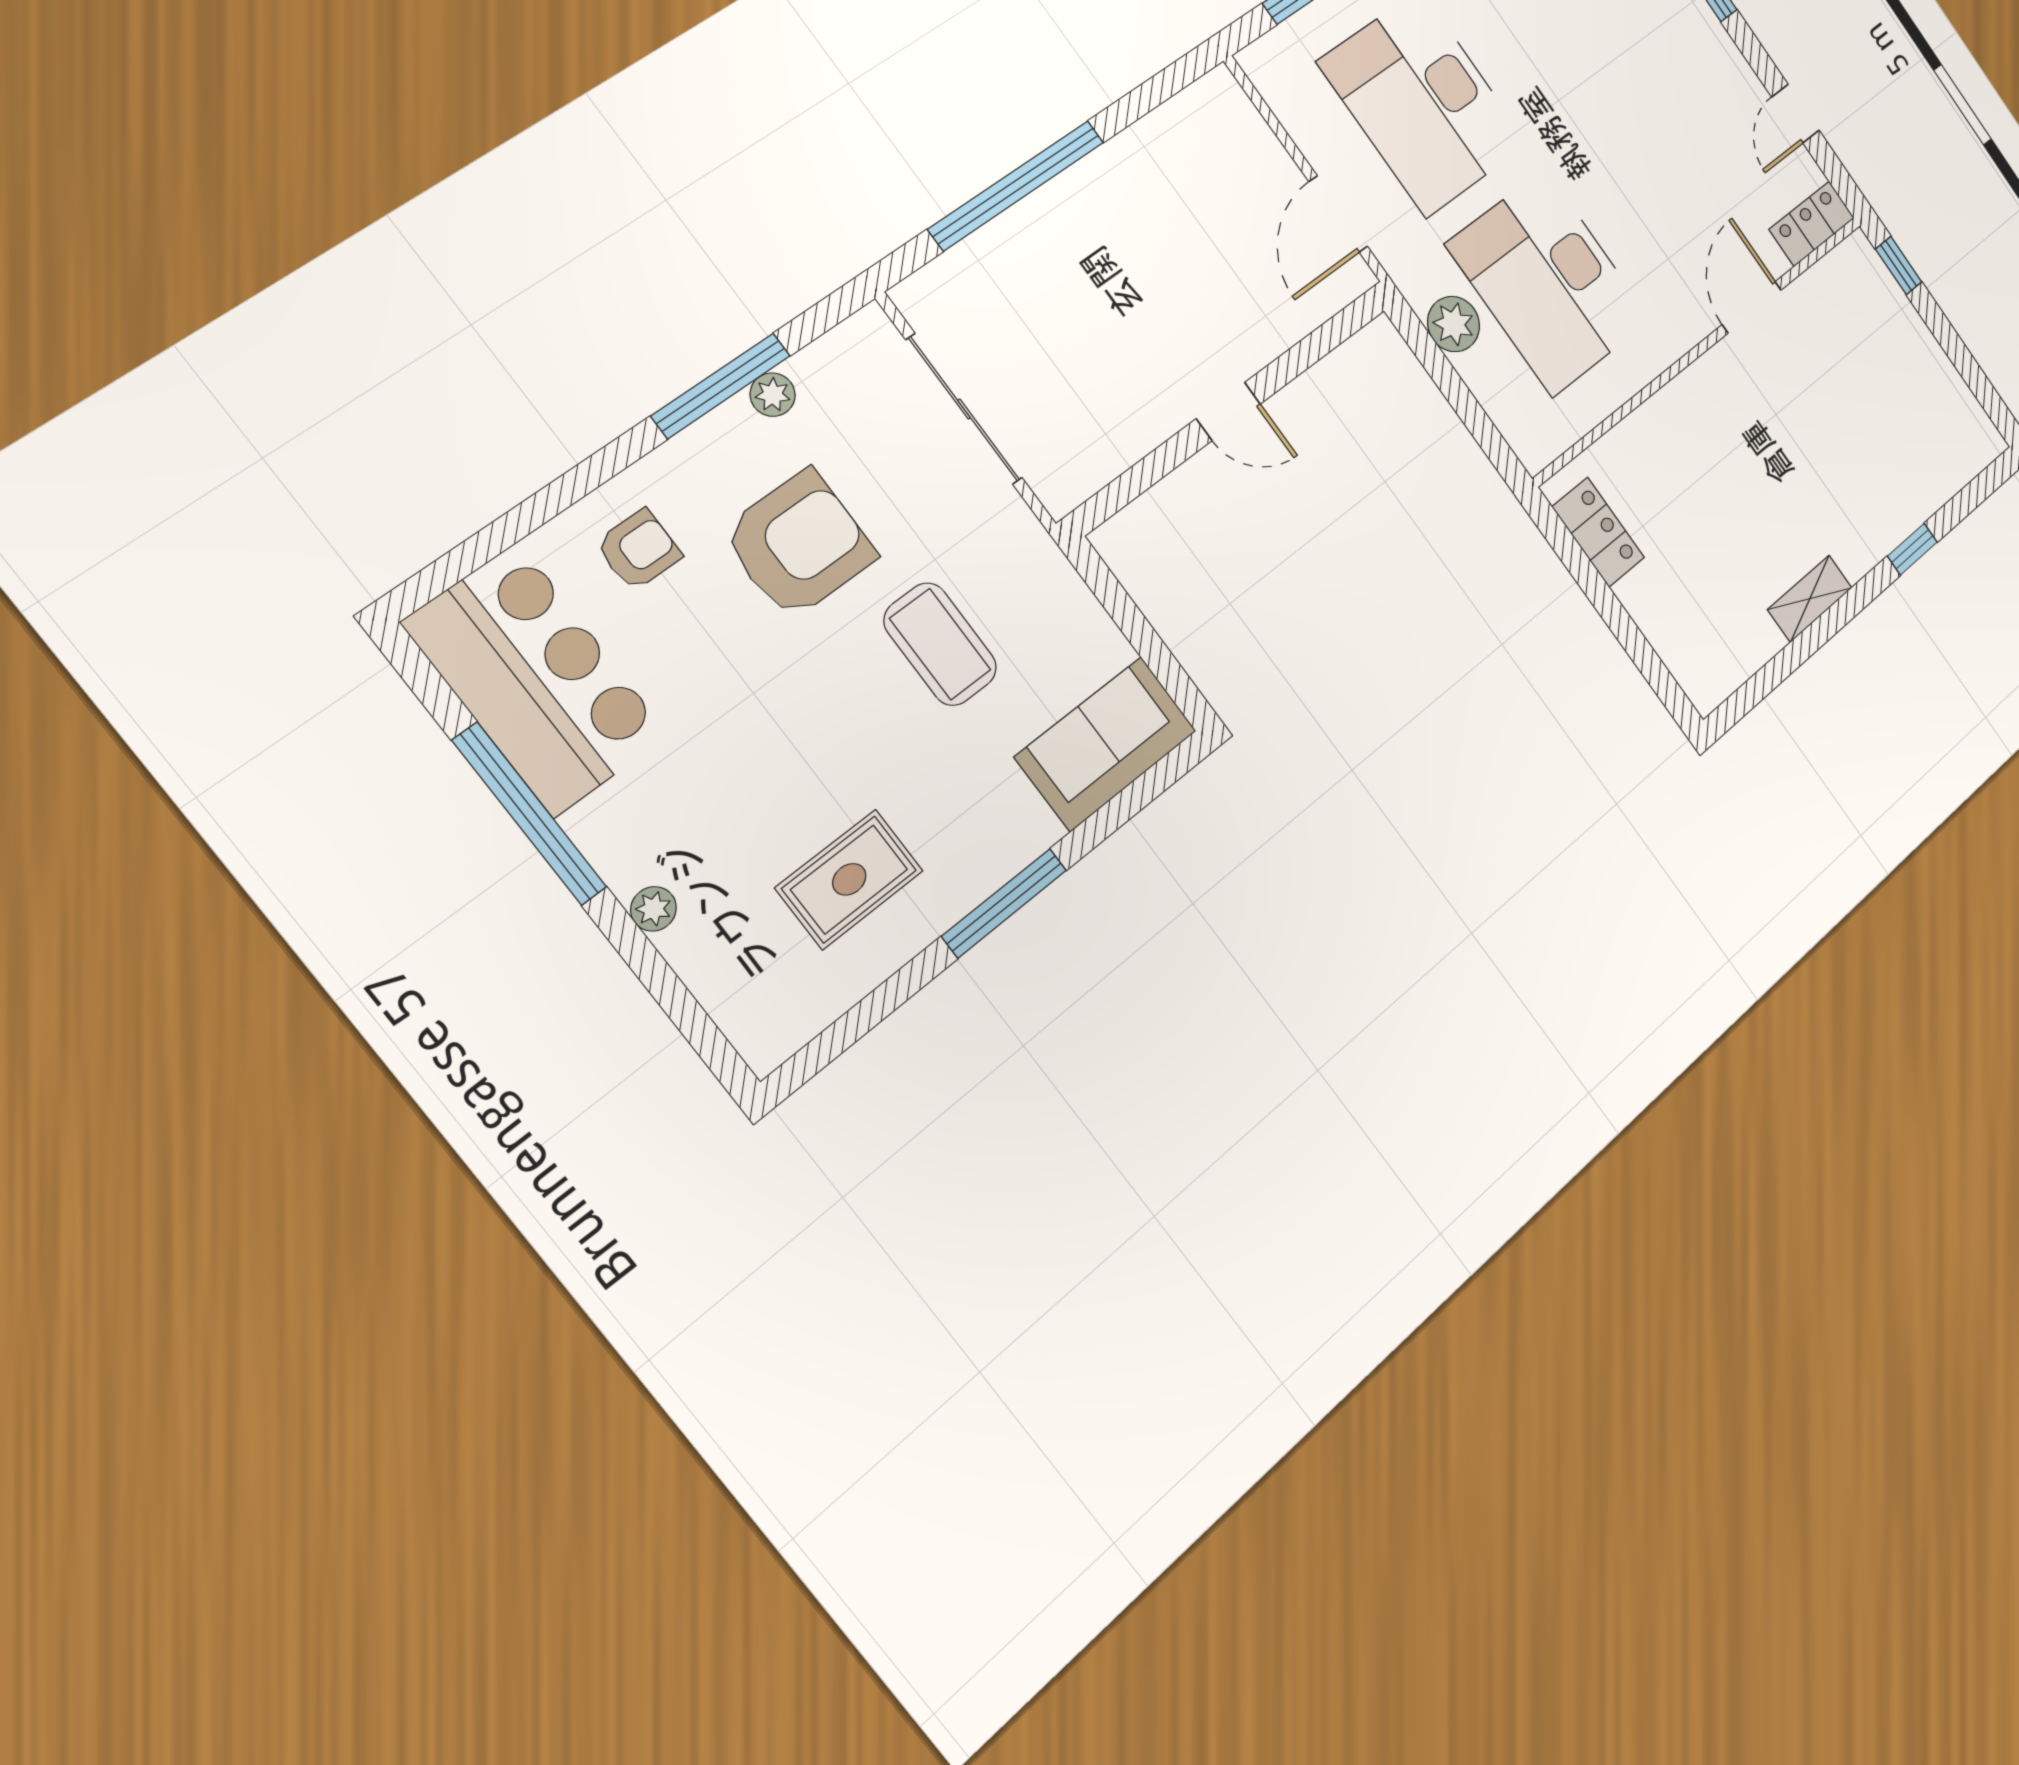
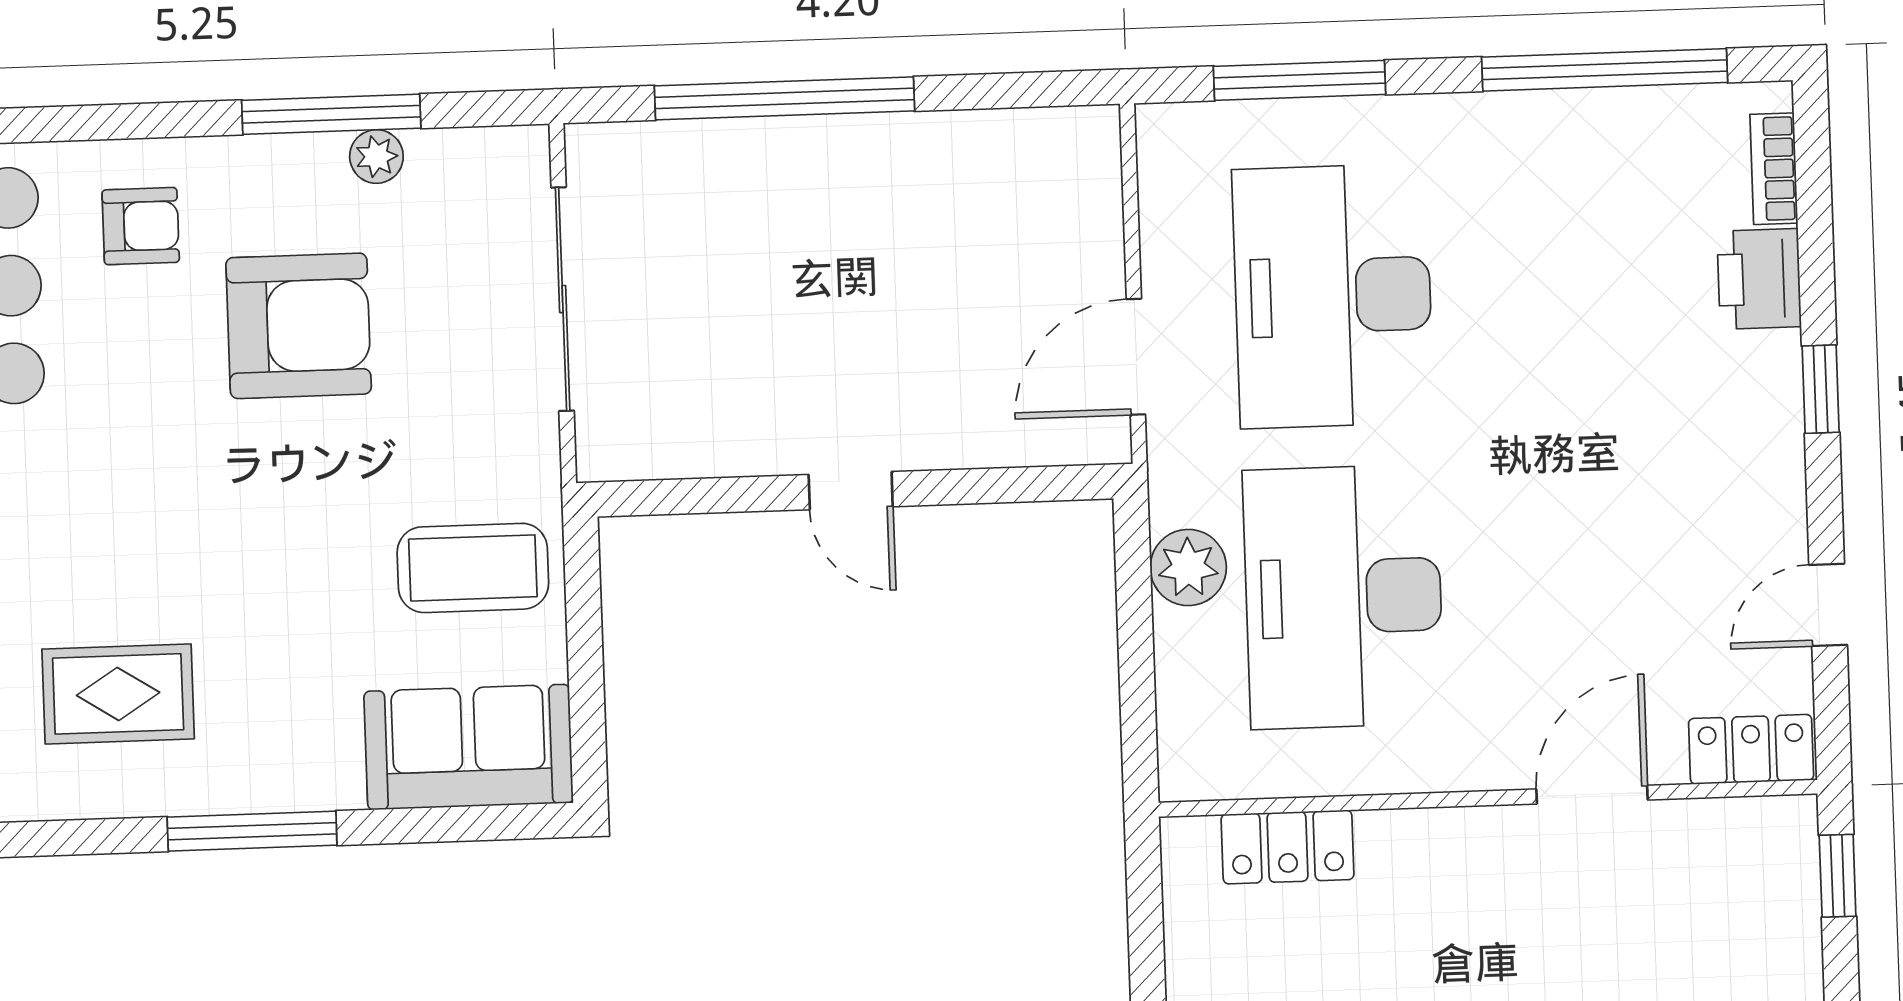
locker: (1598, 532) -> (1287, 847), moved, turned 90
coffee table: (940, 644) -> (473, 568), moved, turned 90

